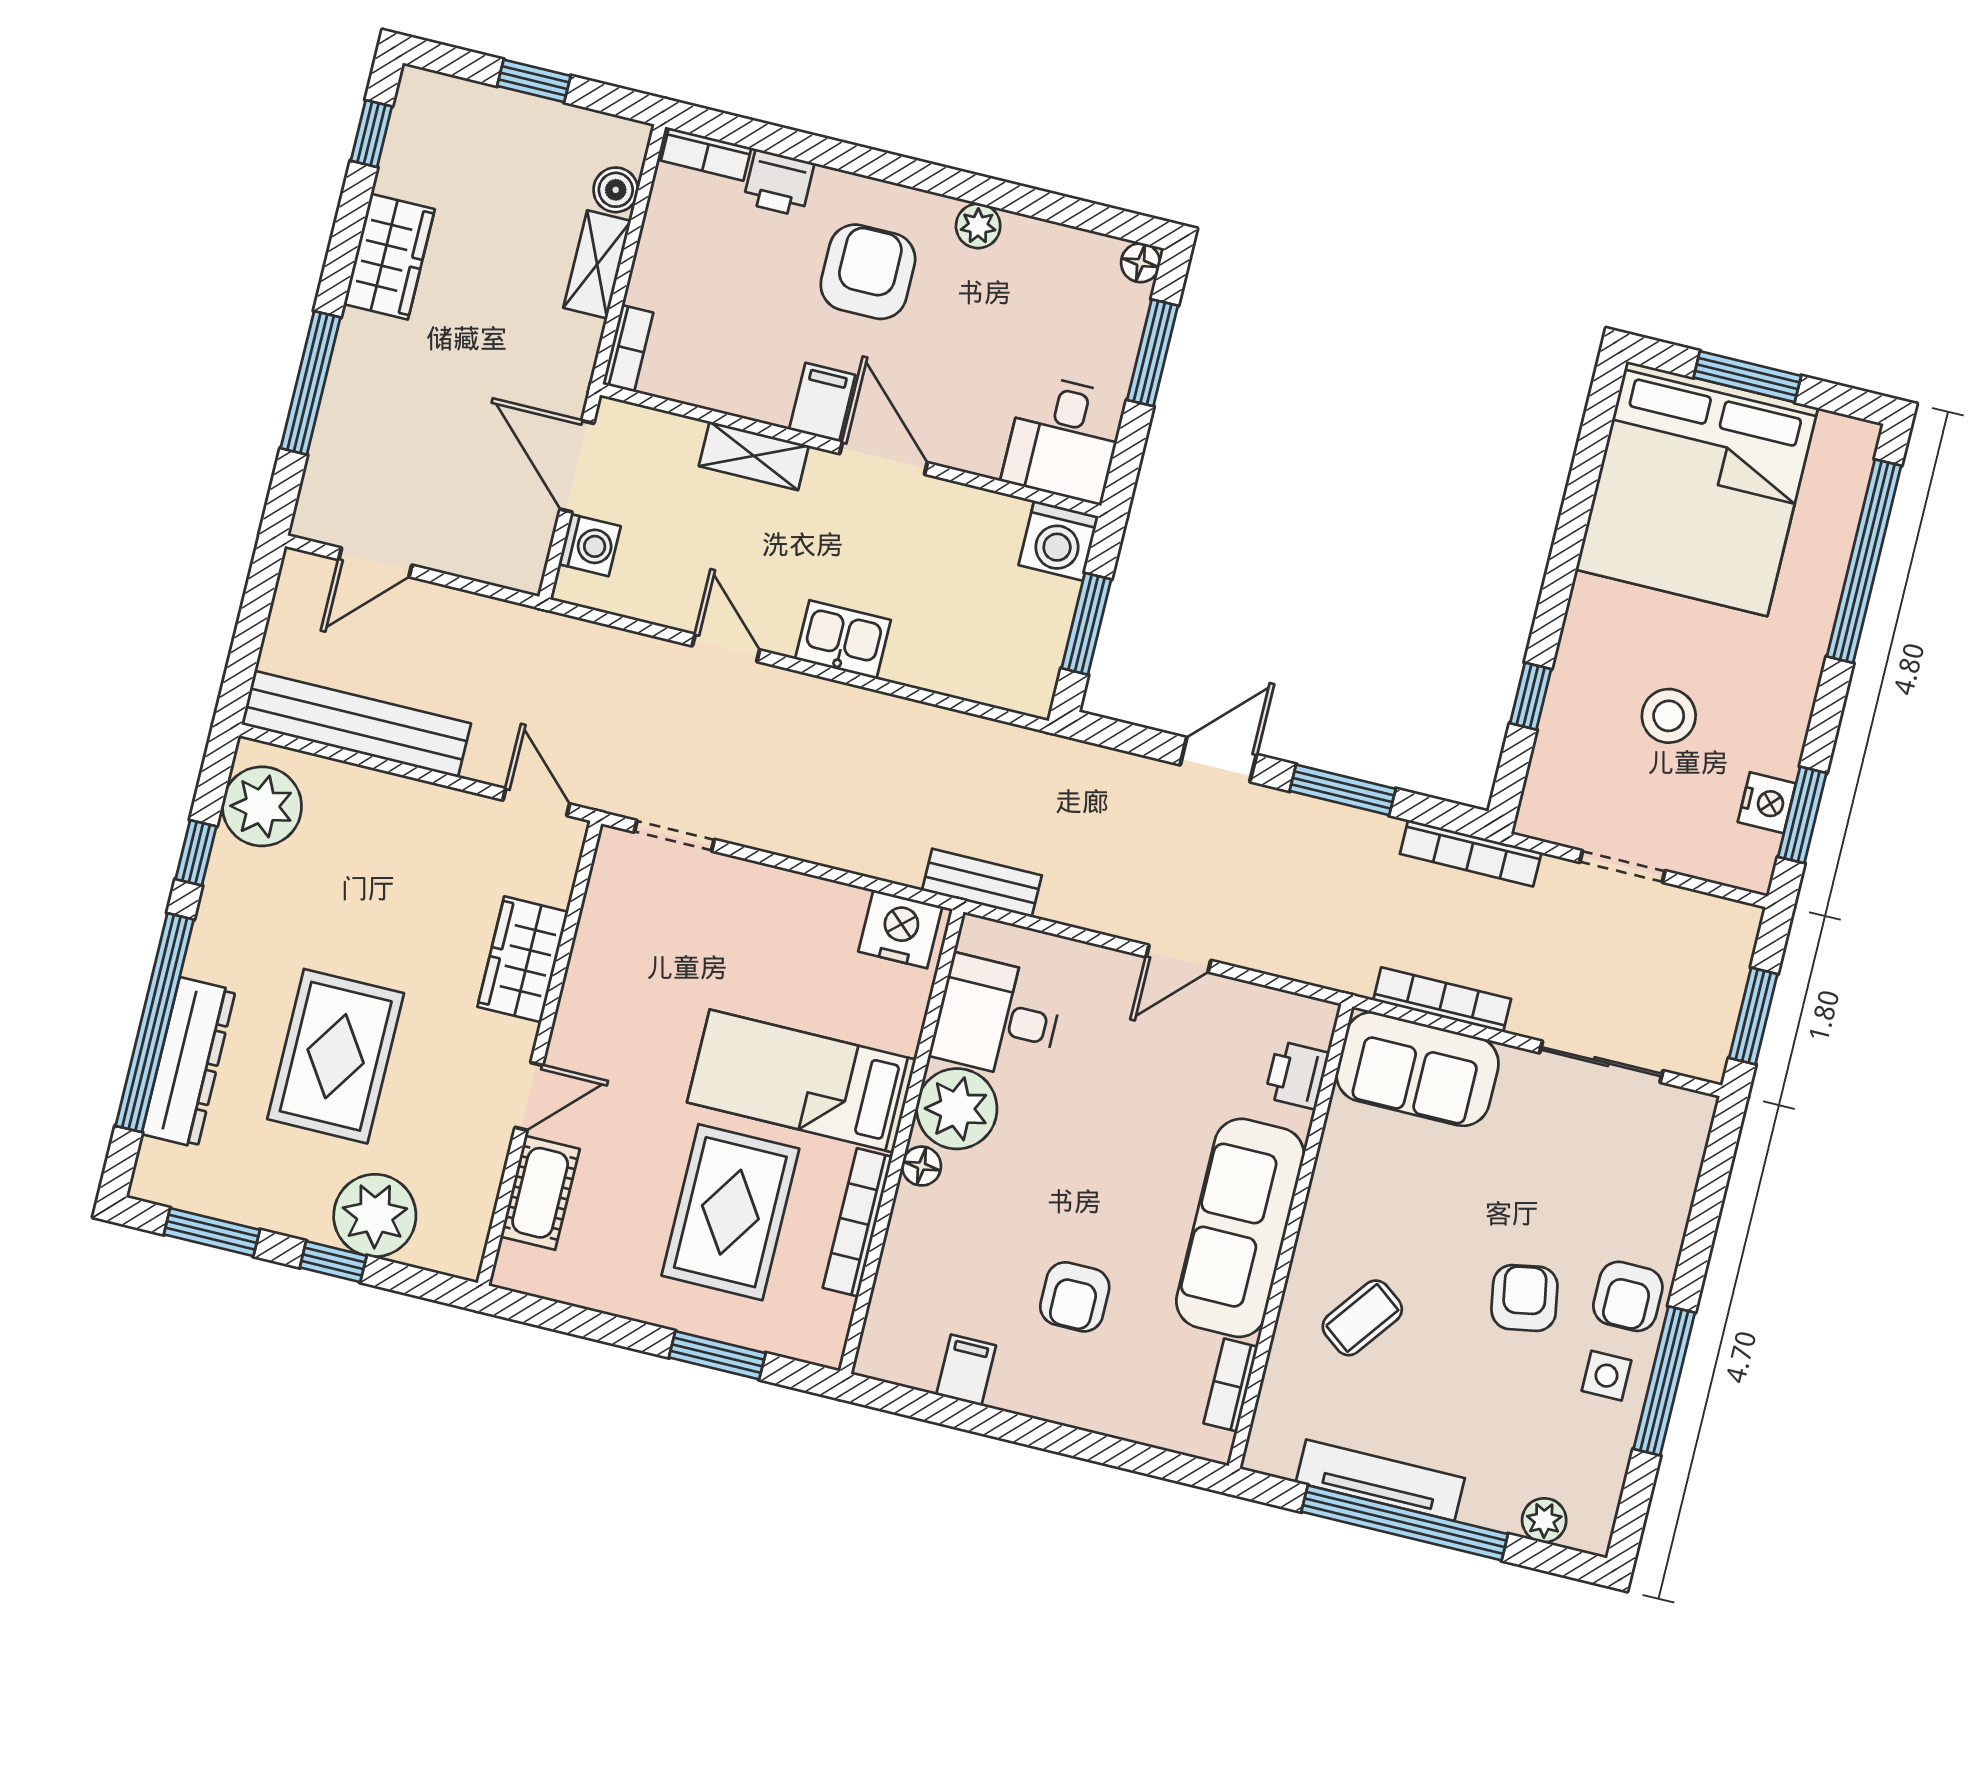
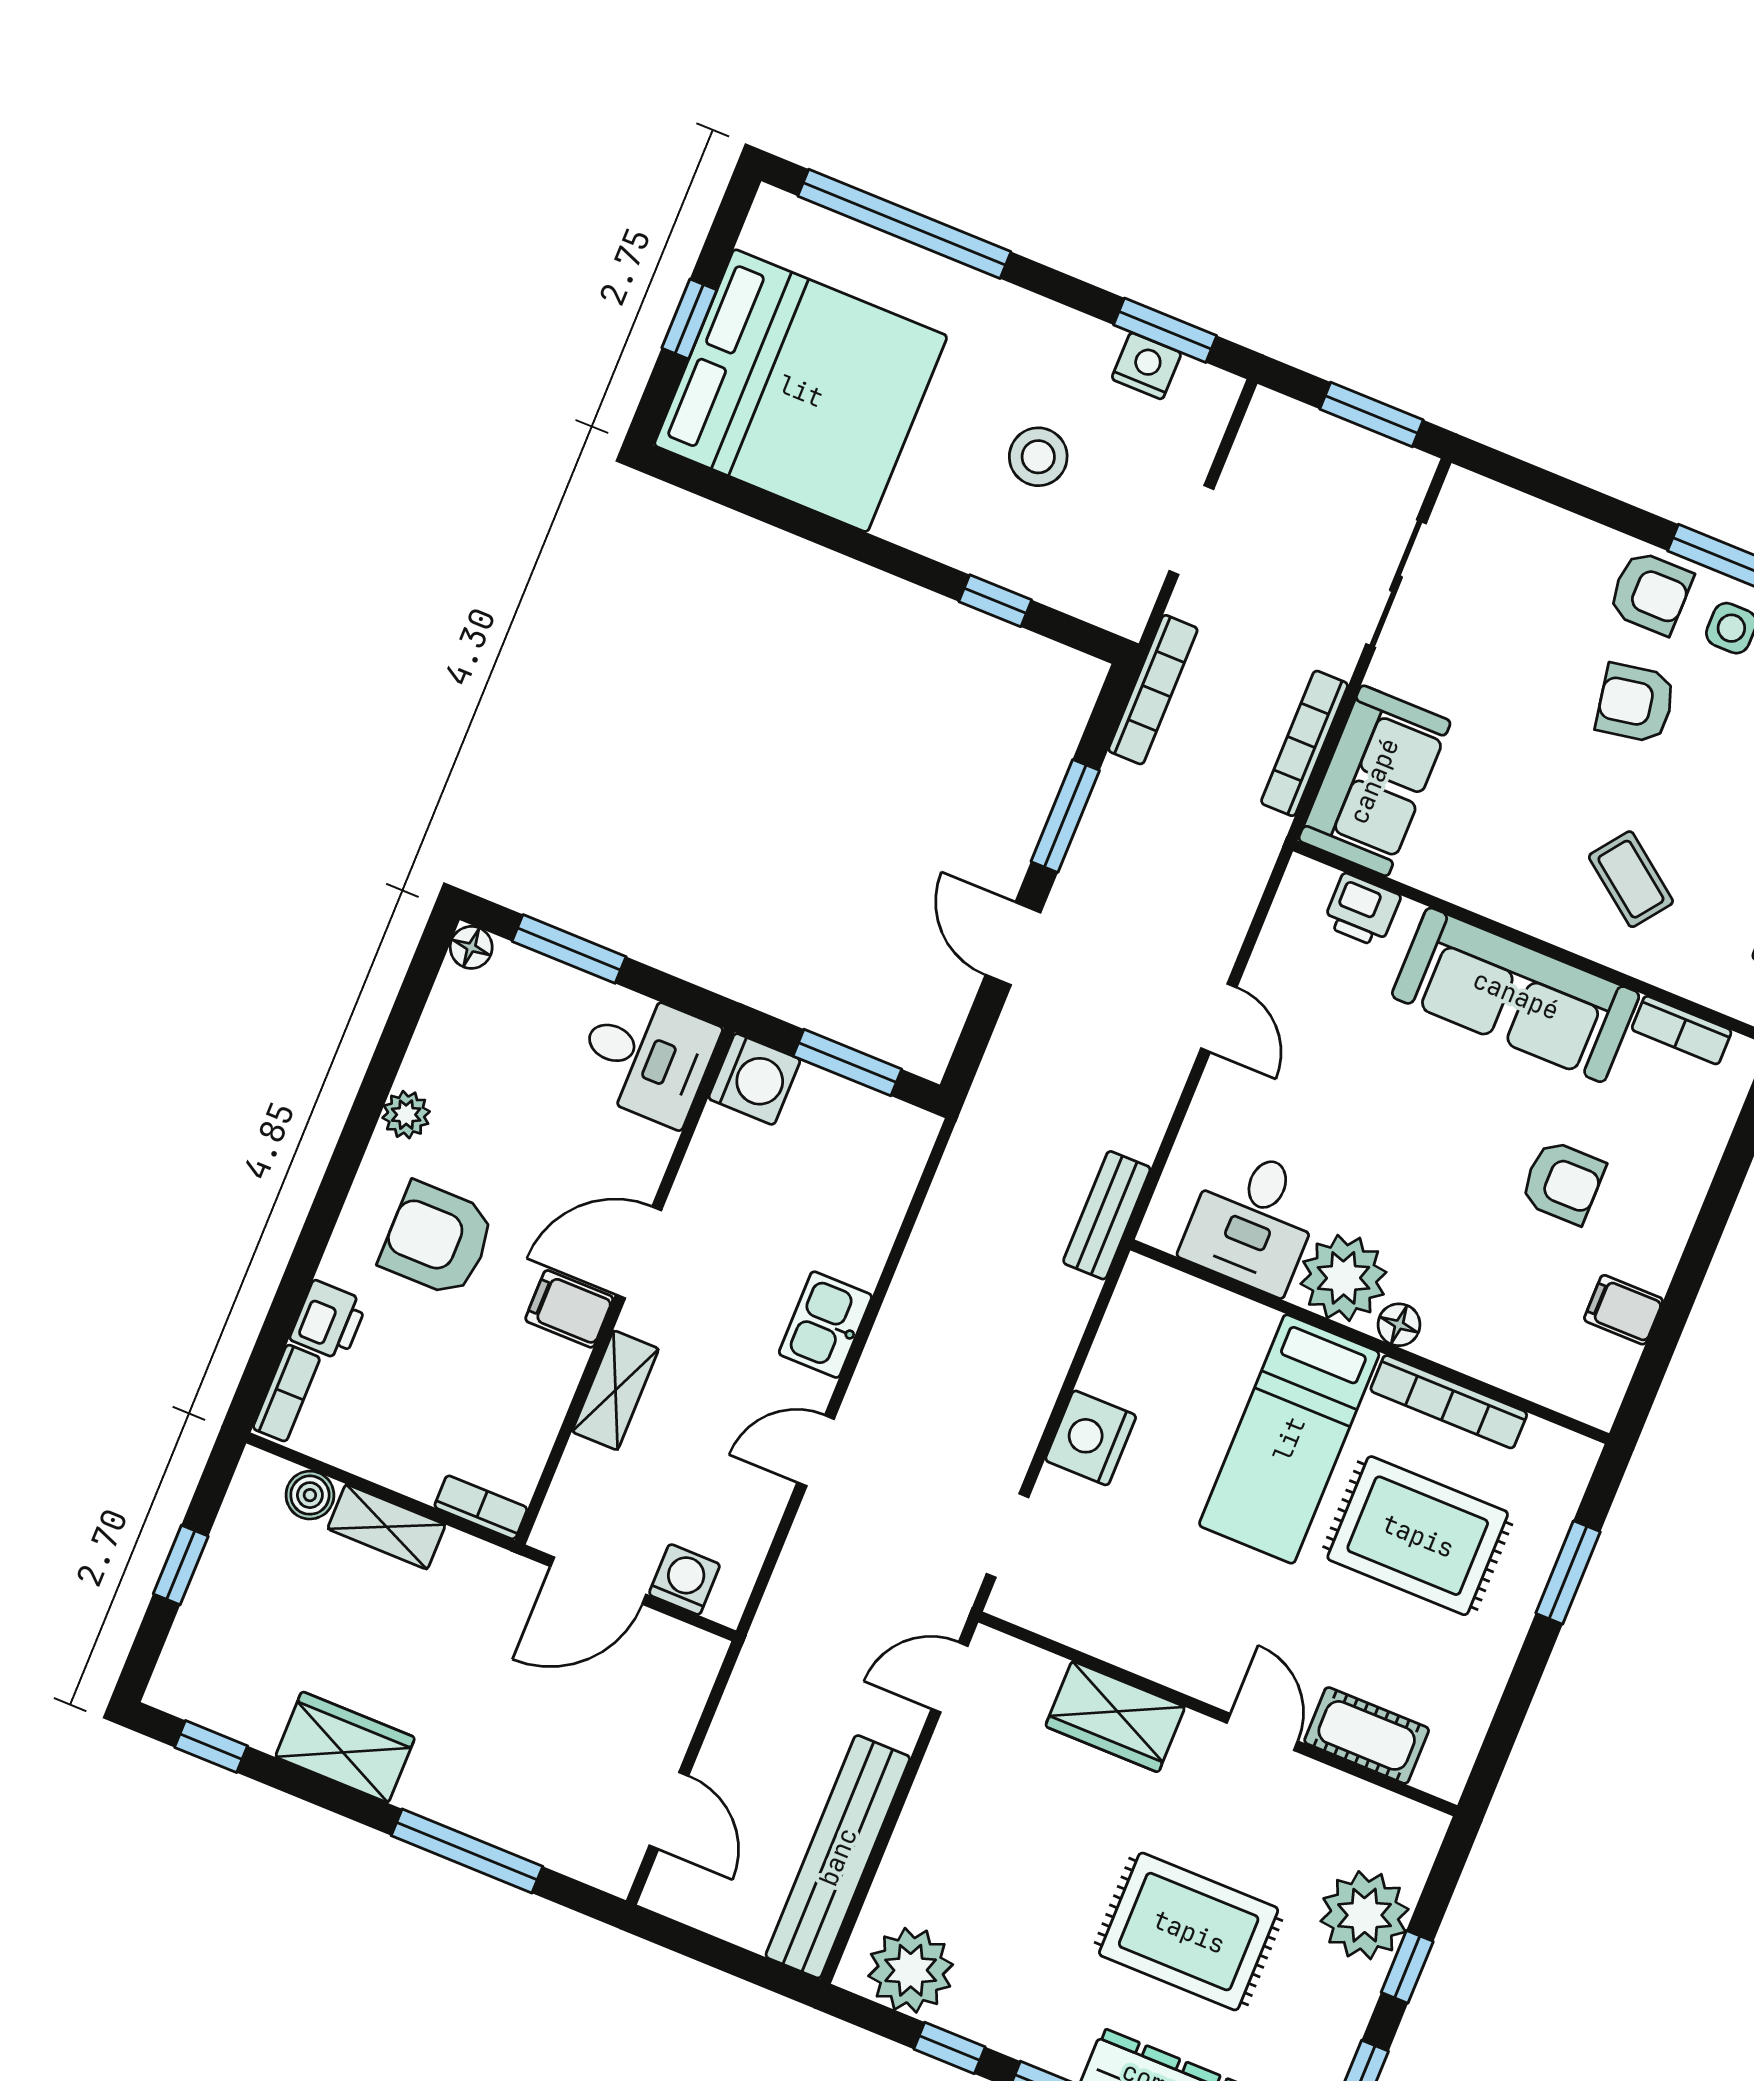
window: (1747, 377) -> (689, 319), width x0.67
nightstand: (900, 929) -> (1091, 1438), moved

